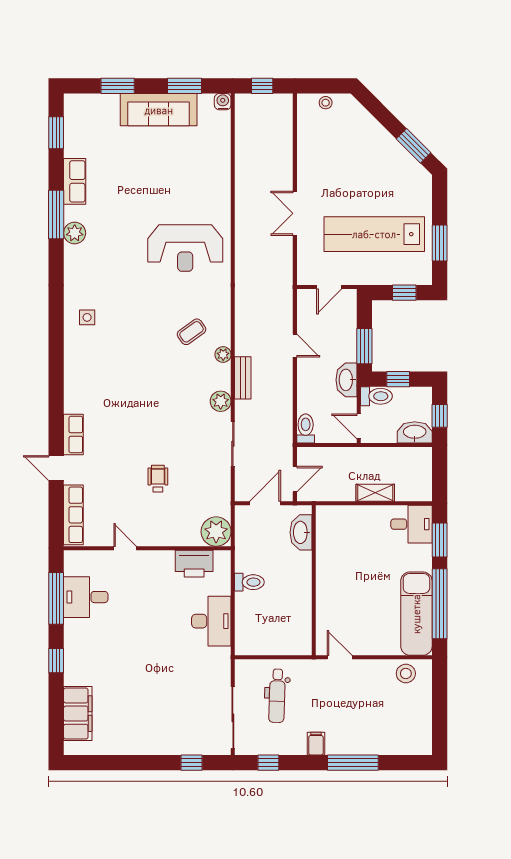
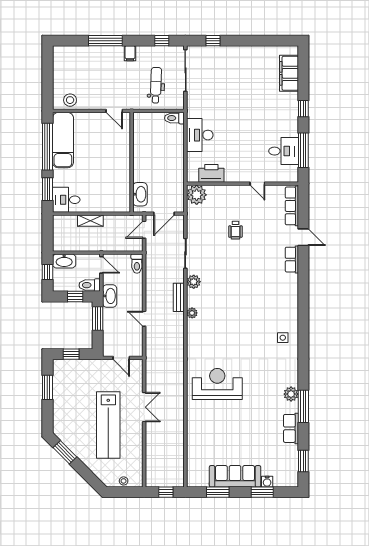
water cooler: (223, 102) -> (267, 482), moved
lab bench: (374, 234) -> (108, 425), moved, turned 90
door: (329, 287) -> (121, 358), swing flipped
coffee table: (191, 332) -> (213, 328), removed
toilet: (249, 582) -> (174, 118), moved

